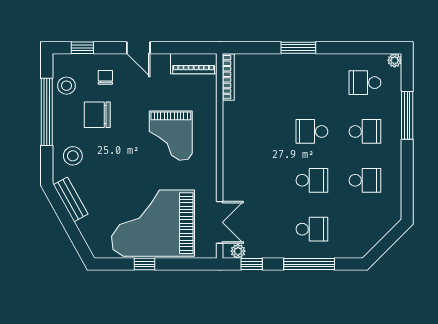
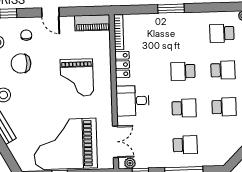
locker: (232, 120) -> (122, 65), added
desk: (244, 169) -> (133, 101), added

